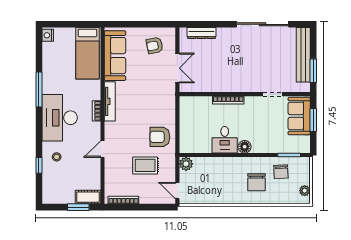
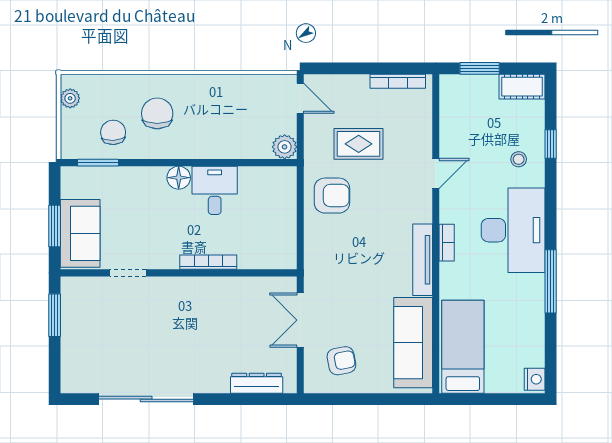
bench: (303, 55) -> (73, 344), removed
cot: (88, 197) -> (522, 87), moved

